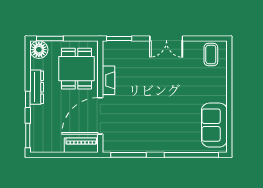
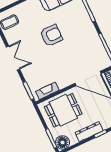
fireplace: (108, 80) -> (47, 91), moved
armchair: (172, 96) -> (51, 35), added

